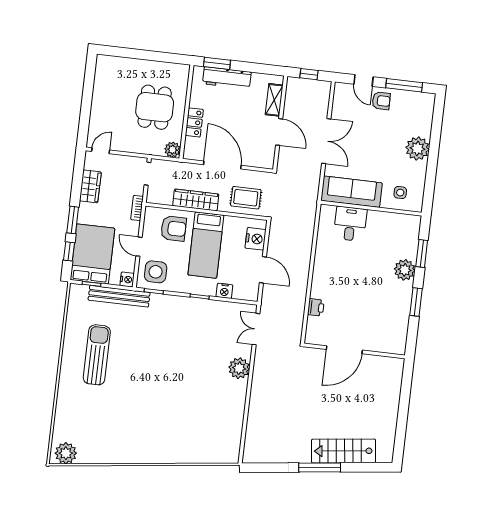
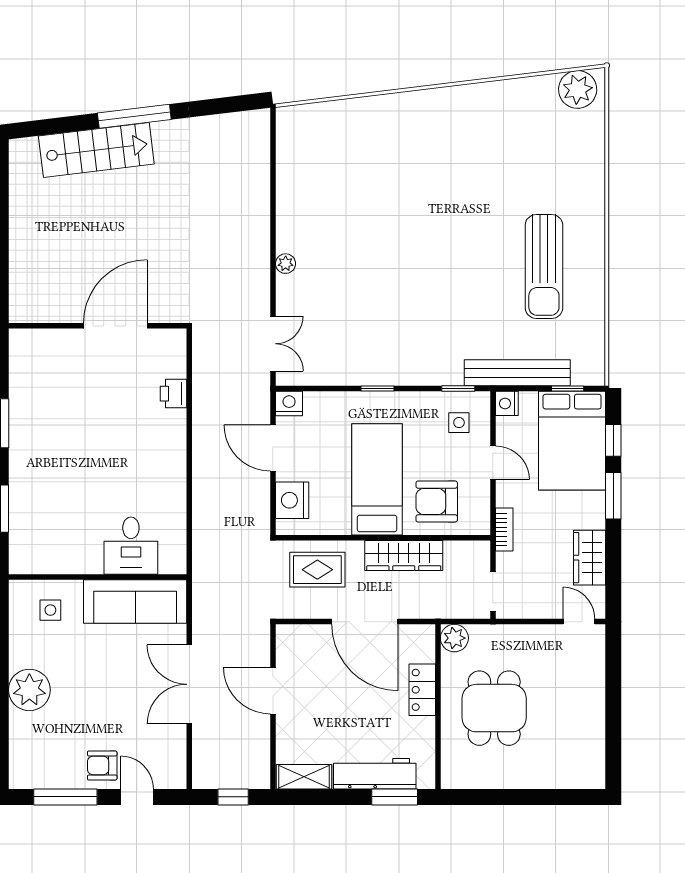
shelving: (274, 100) -> (304, 777), moved, turned 90
door: (101, 151) -> (579, 622), swing flipped
plant: (405, 270) -> (27, 477), removed
side table: (156, 272) -> (459, 423), width x0.54, depth x0.54
nightstand: (224, 291) -> (289, 404), moved
plant: (239, 368) -> (286, 264), width x0.53, depth x0.53

